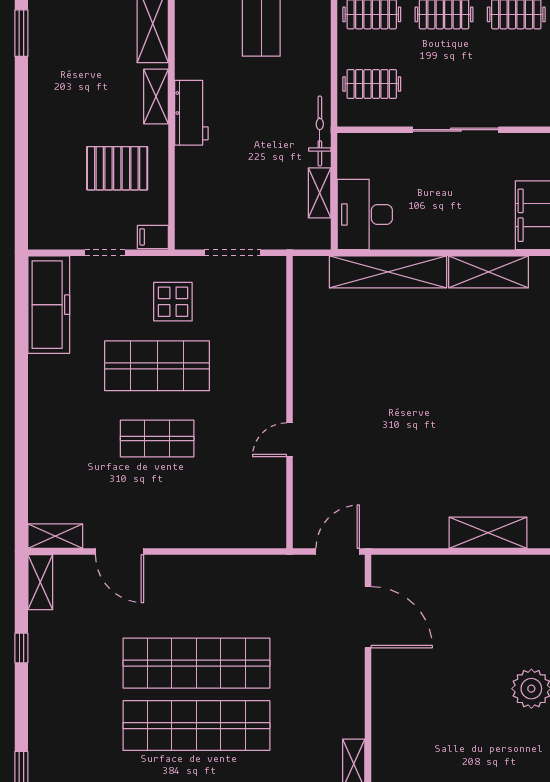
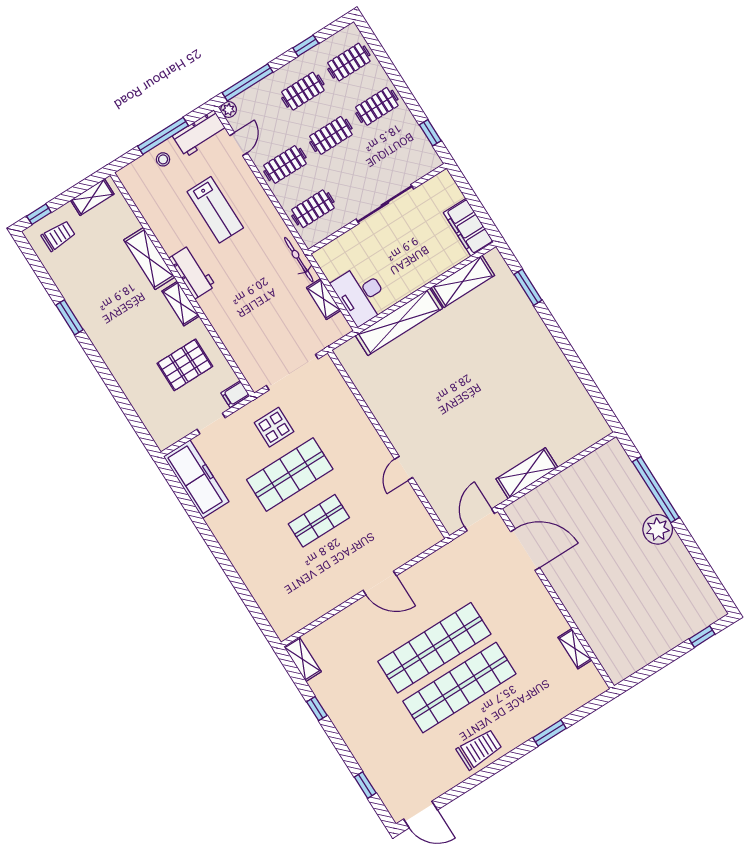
workbench: (191, 113) -> (192, 272), moved
doorway: (232, 253) -> (292, 372), width x1.36
shelving: (488, 533) -> (527, 473), moved
shelving: (55, 536) -> (293, 624), removed
door: (119, 552) -> (380, 583), moved

